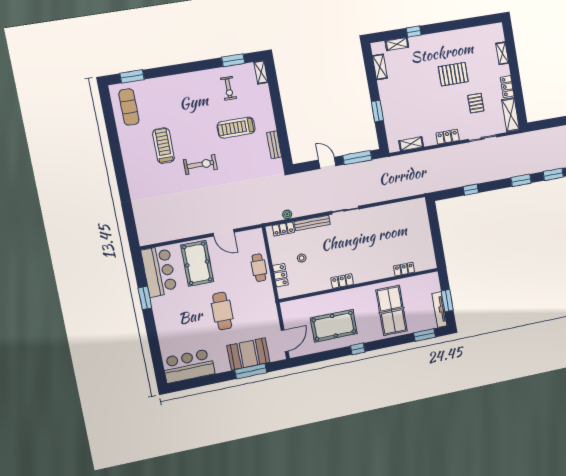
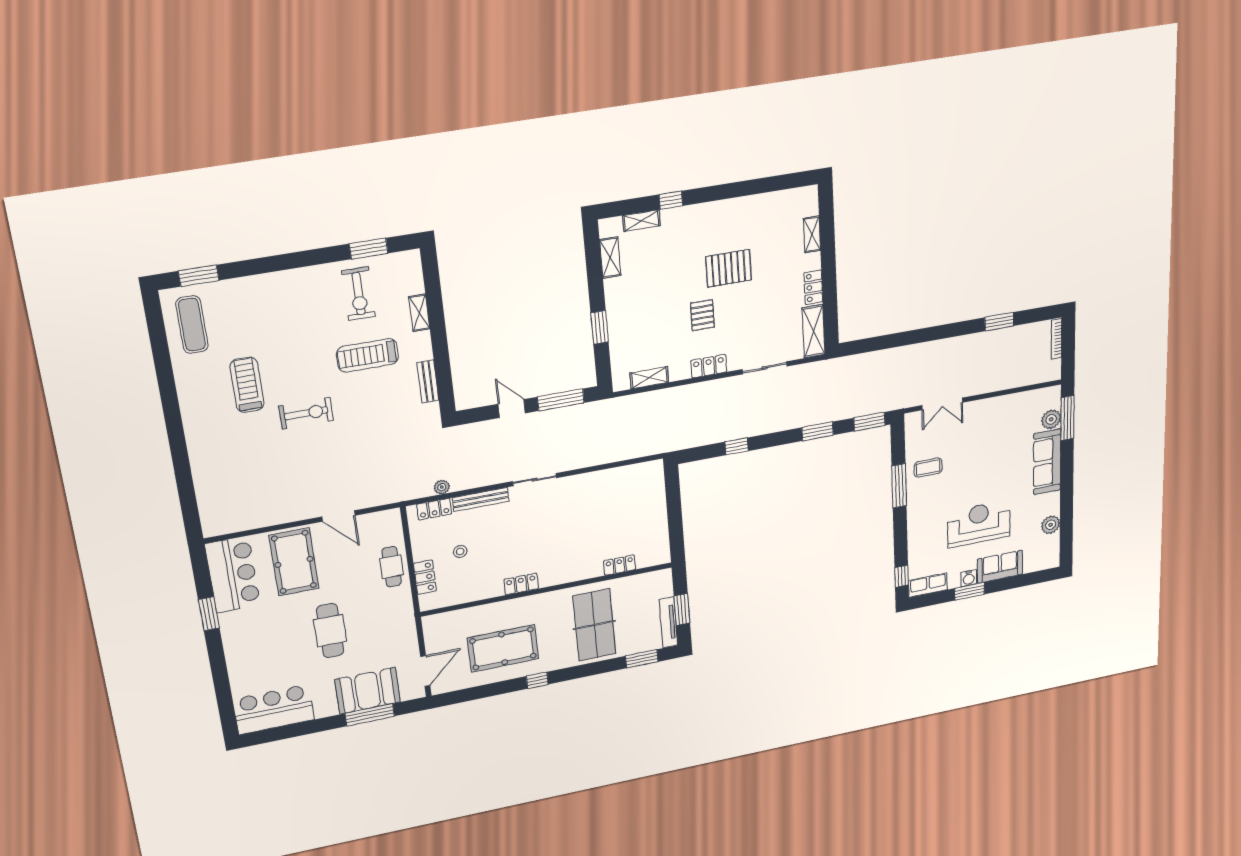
shelving: (261, 72) -> (419, 313), moved
exercise bike: (229, 88) -> (359, 294), width x1.38, depth x1.39
pallet: (476, 103) -> (702, 315), moved

